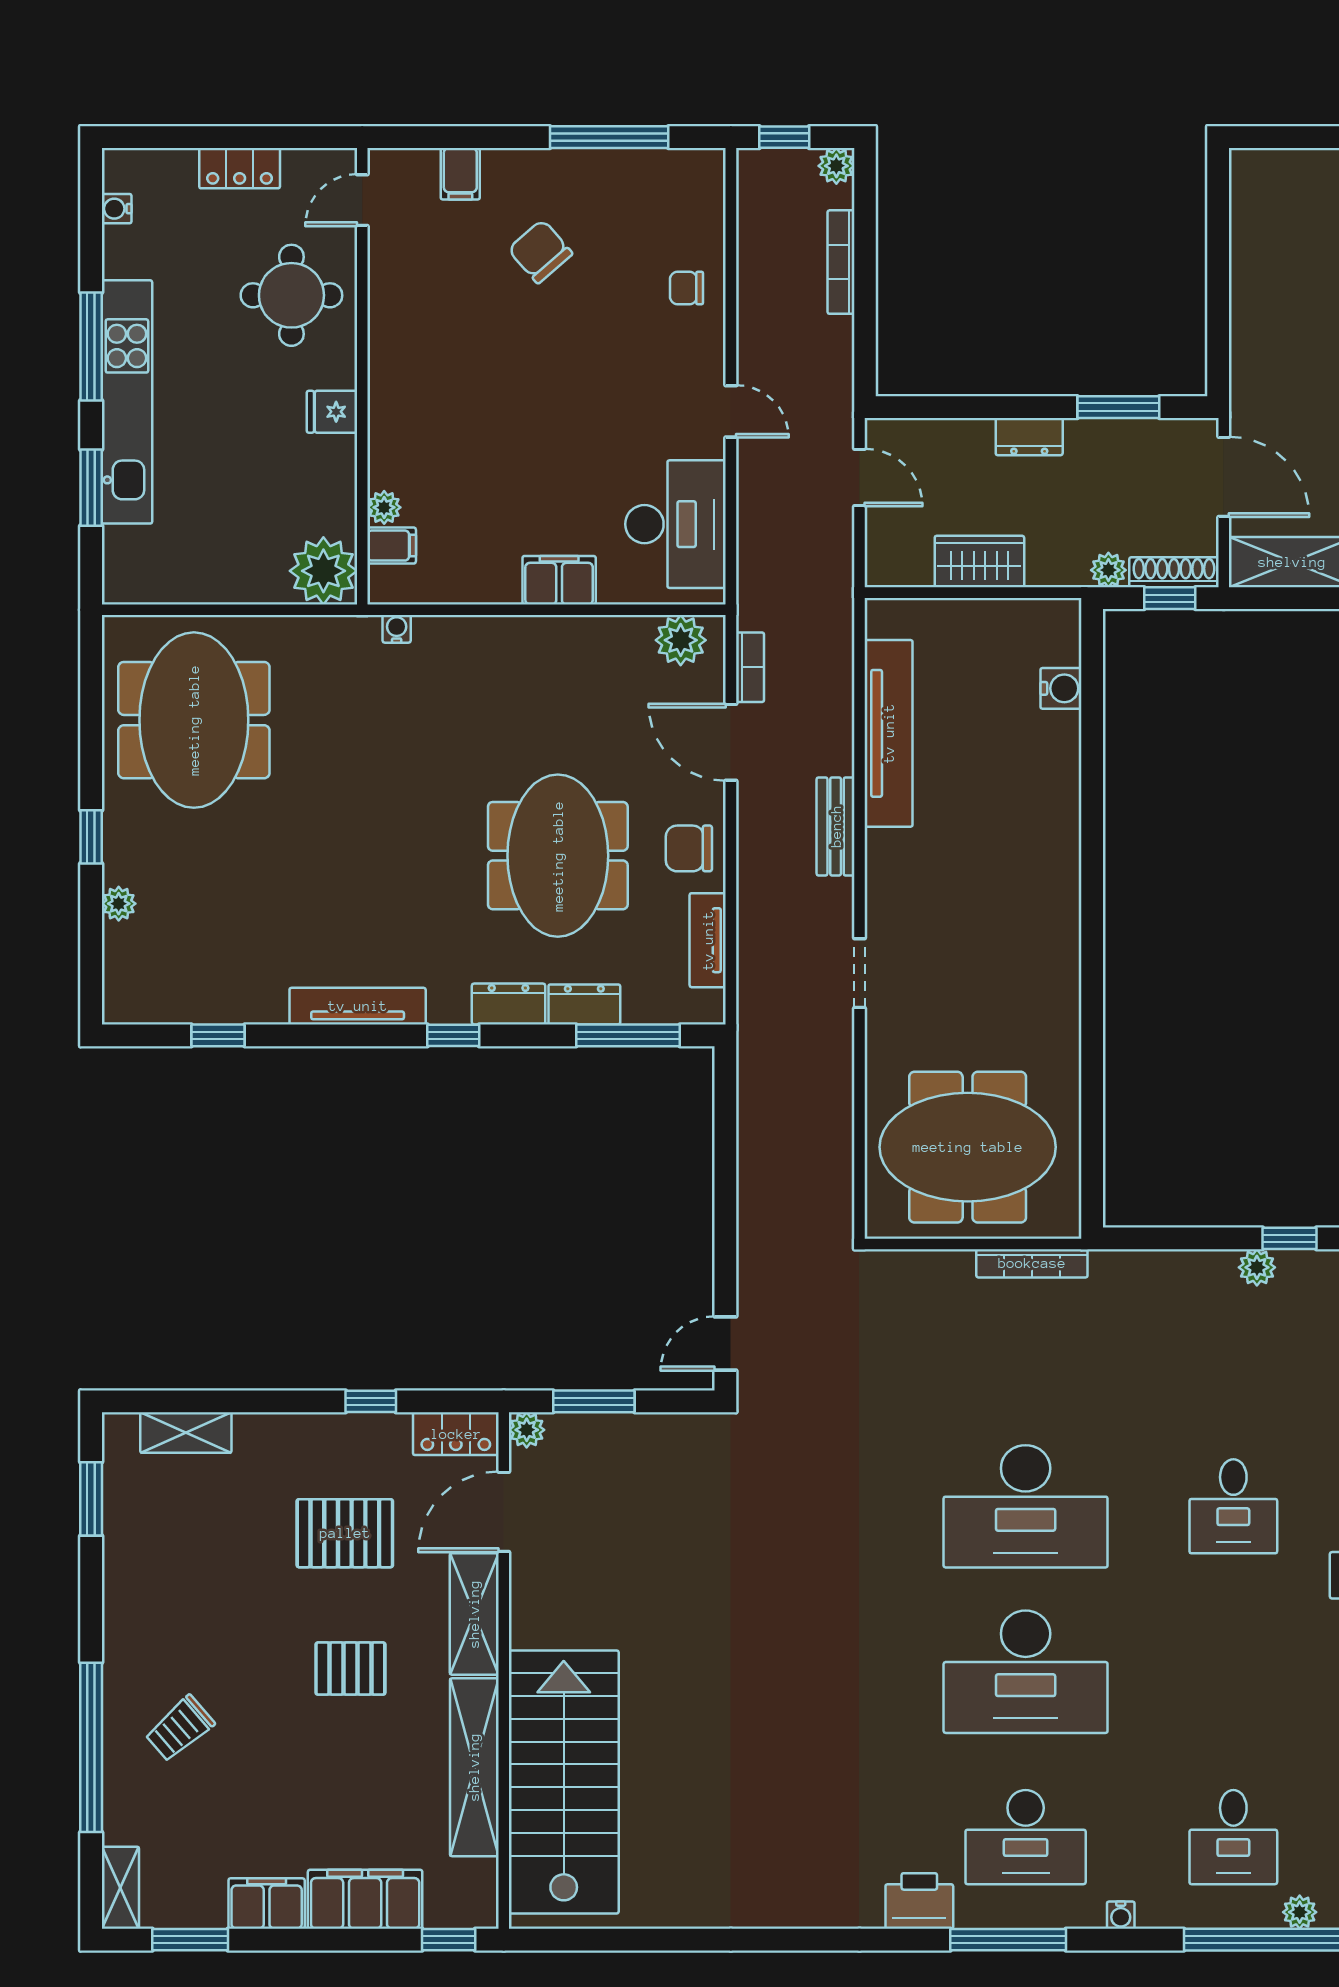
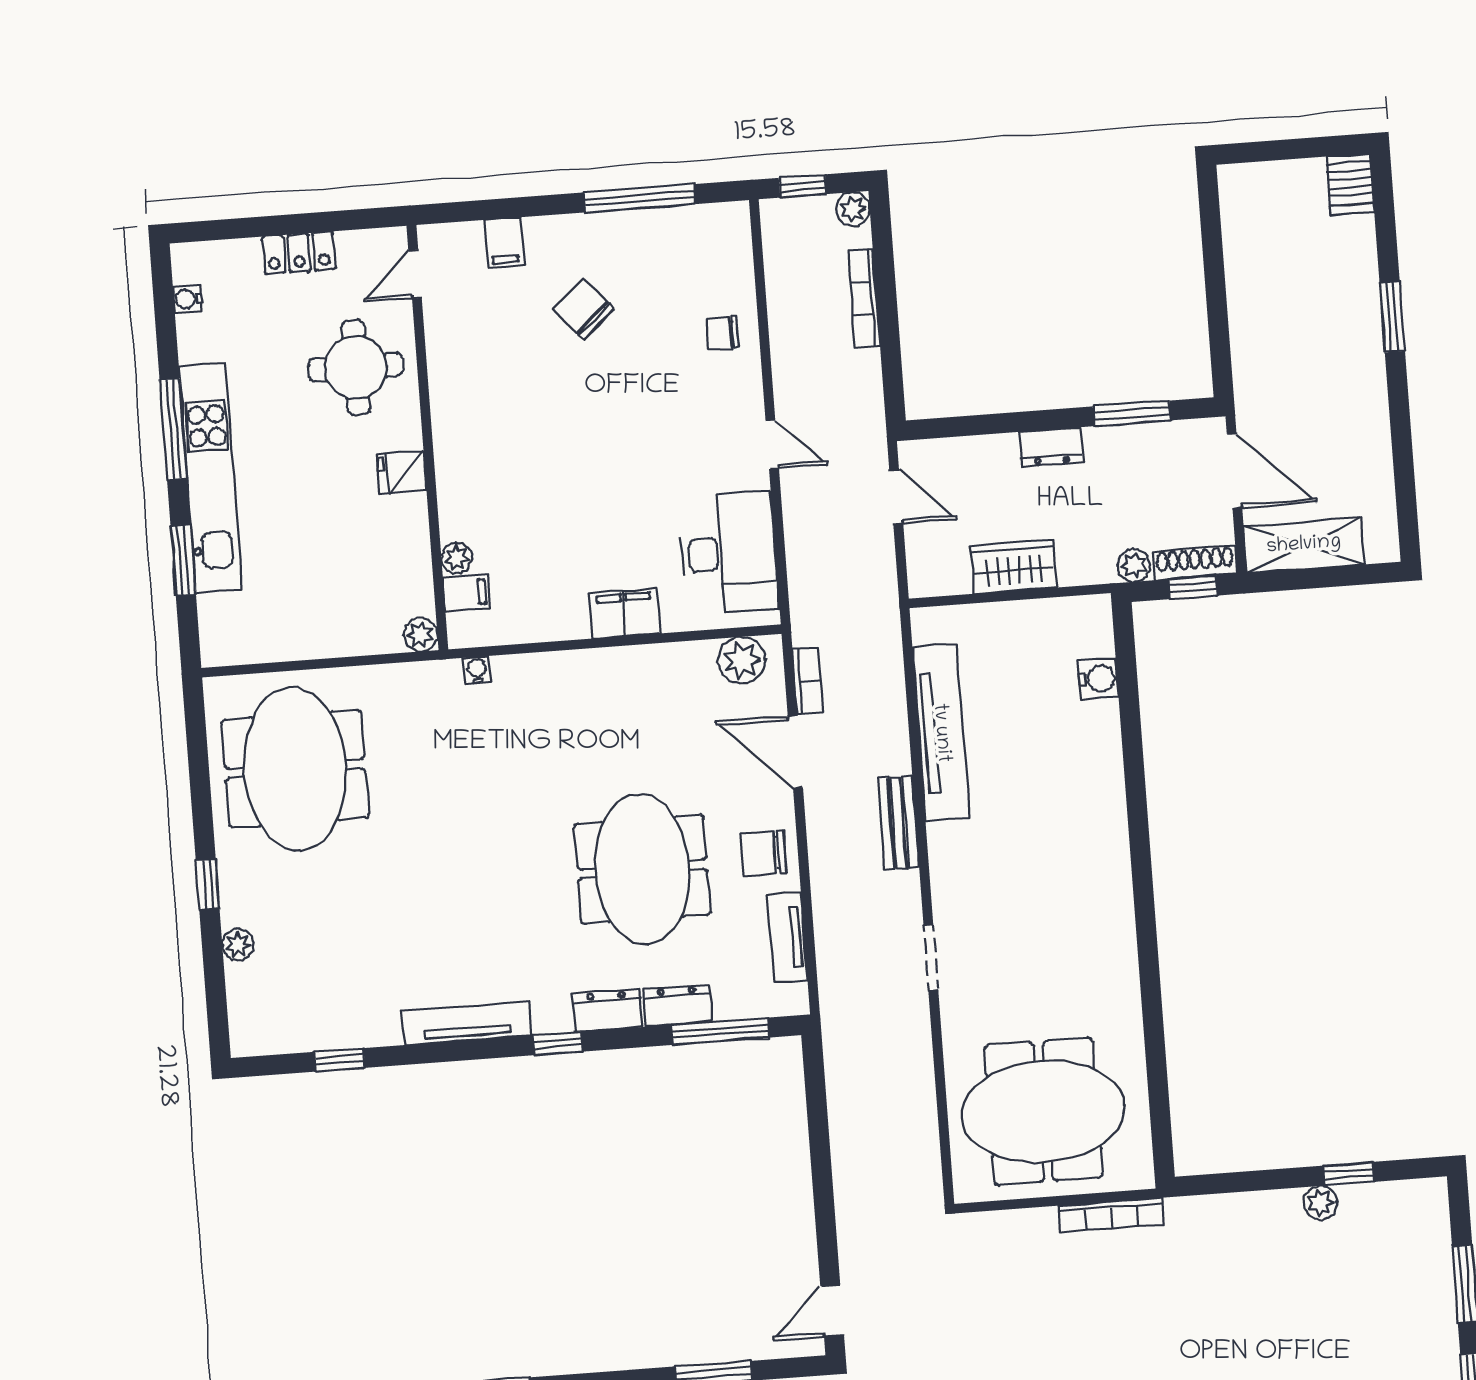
plant: (323, 571) -> (421, 635), width x0.53, depth x0.53

